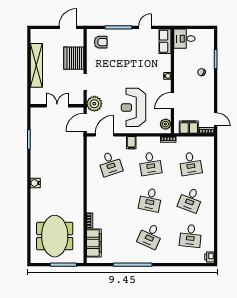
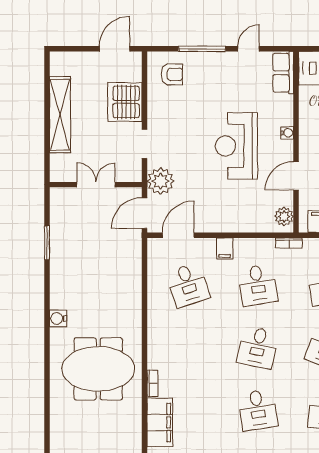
reception desk: (133, 107) -> (236, 146), moved
meeting table: (55, 236) -> (98, 369), moved, turned 90
desk: (150, 236) -> (258, 410), turned -33

